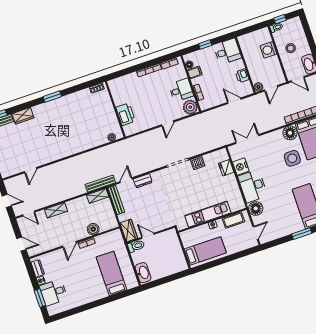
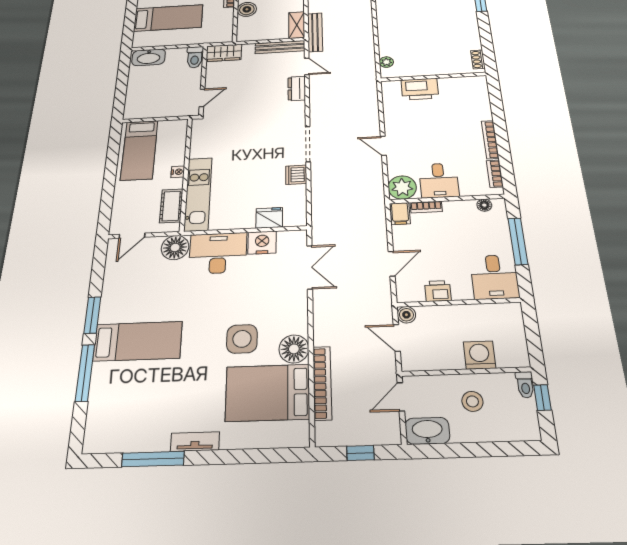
window: (205, 45) -> (518, 241), width x2.17
filing cabinet: (195, 72) -> (400, 213), moved
kitchen unit: (208, 214) -> (198, 194), moved
door: (256, 233) -> (132, 236), hinge flipped
door: (148, 236) -> (202, 98), moved

